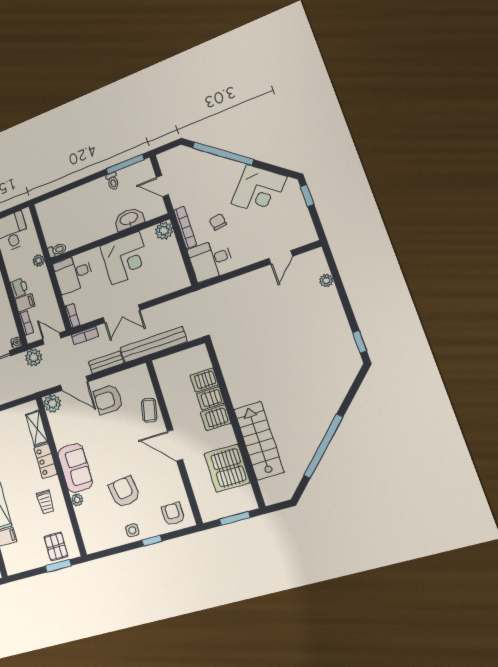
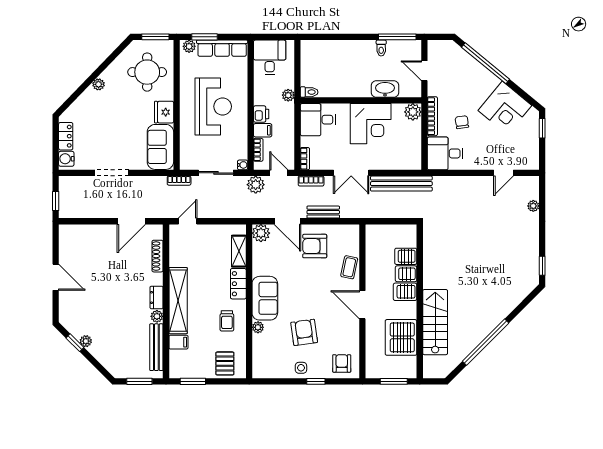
bench: (153, 345) -> (401, 184), moved
window: (58, 566) -> (193, 381), moved

